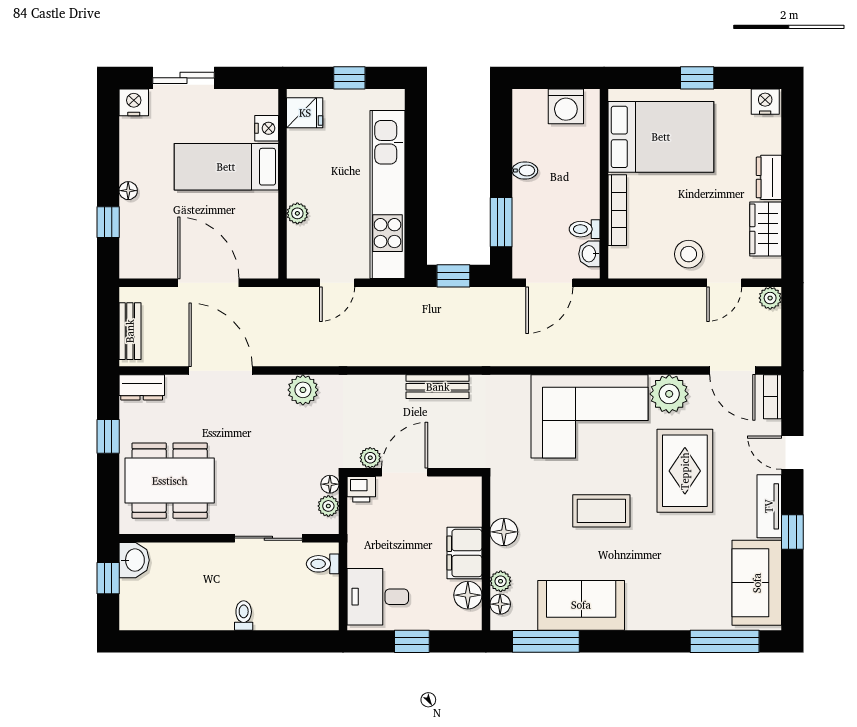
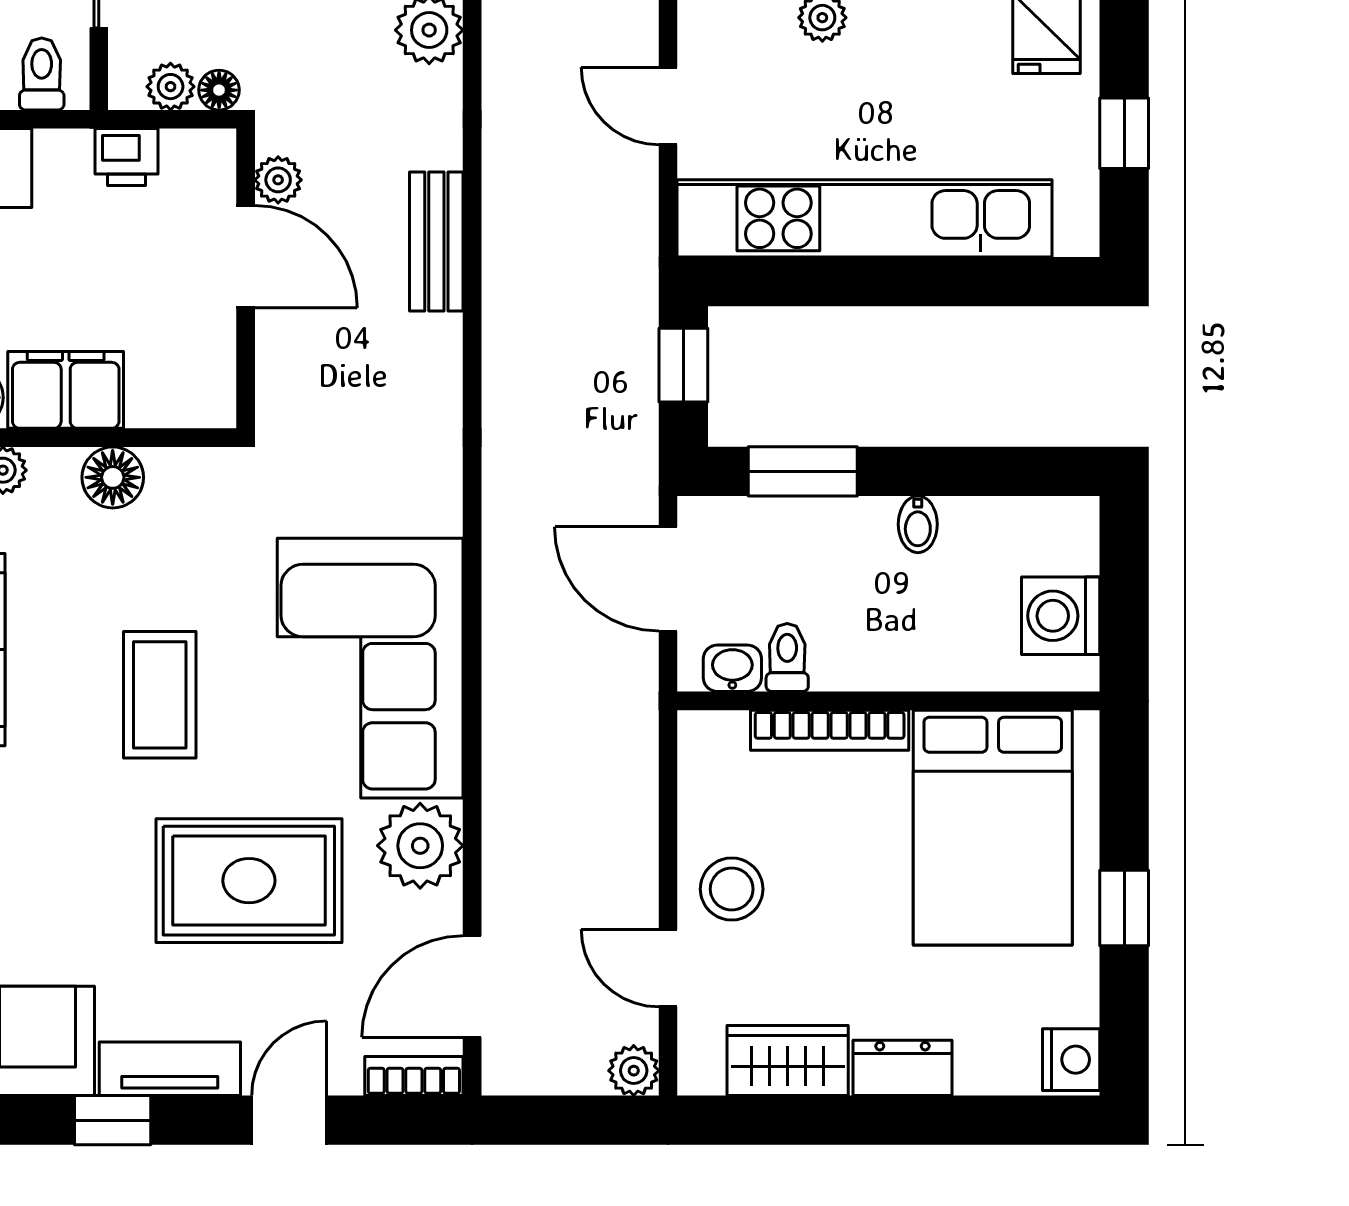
bench: (438, 387) -> (436, 242), moved
printer: (361, 489) -> (127, 157), moved, turned -90

